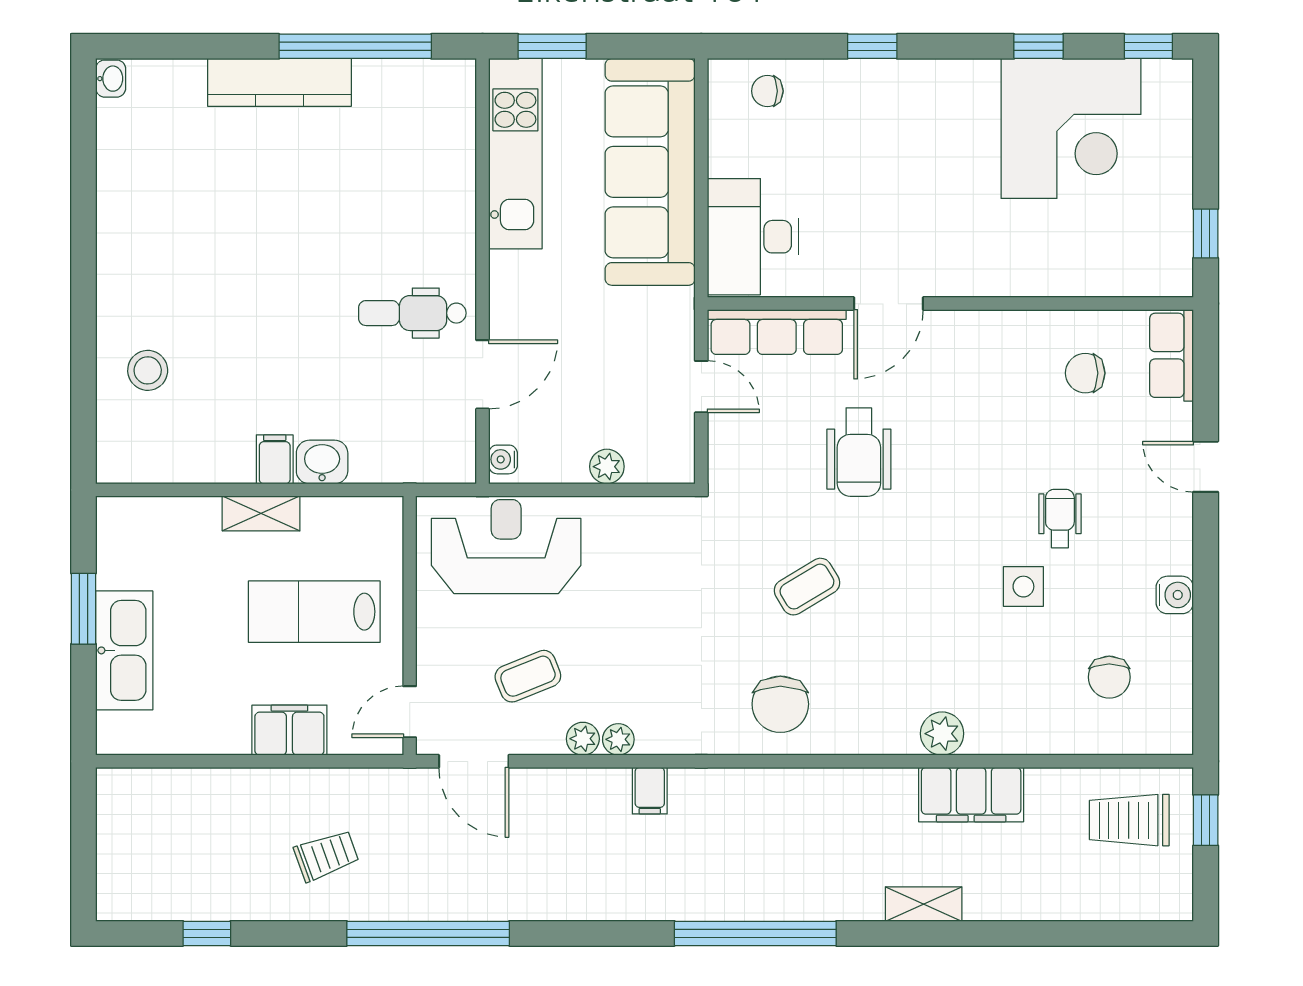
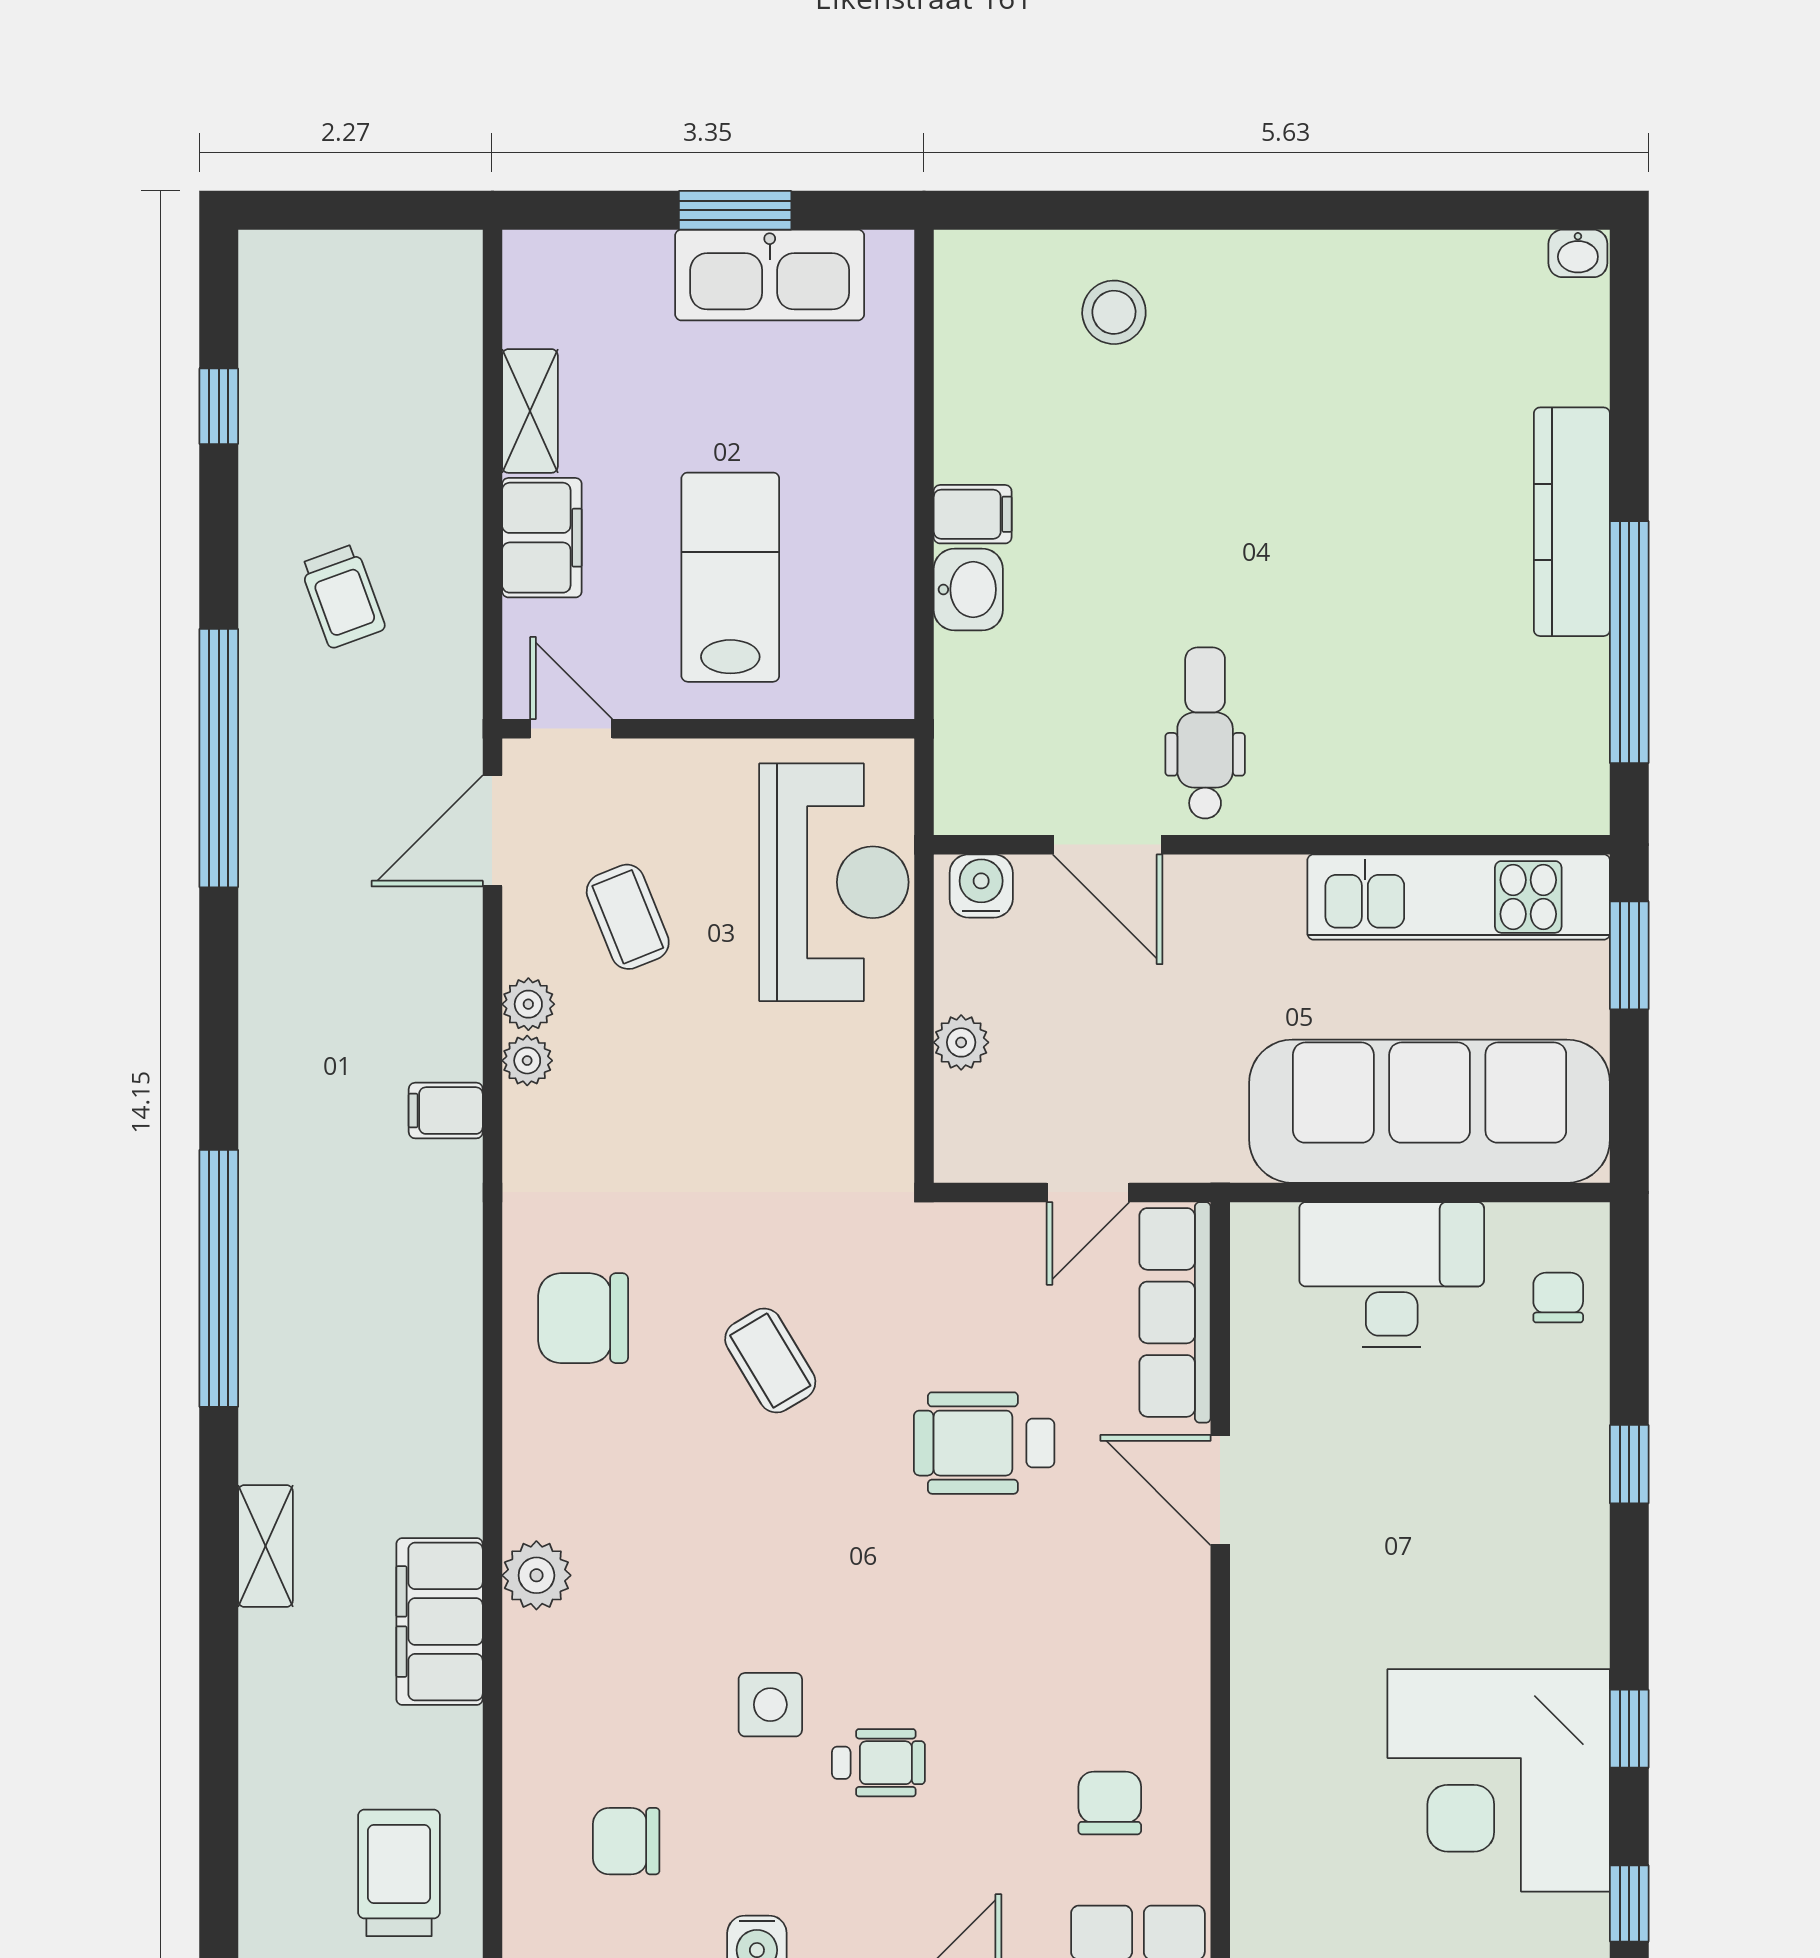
desk: (753, 237) -> (1392, 1275), moved
water cooler: (503, 459) -> (981, 886), width x1.38, depth x1.38
shelving: (261, 513) -> (530, 411), moved
kitchen sink: (124, 650) -> (770, 275), moved

